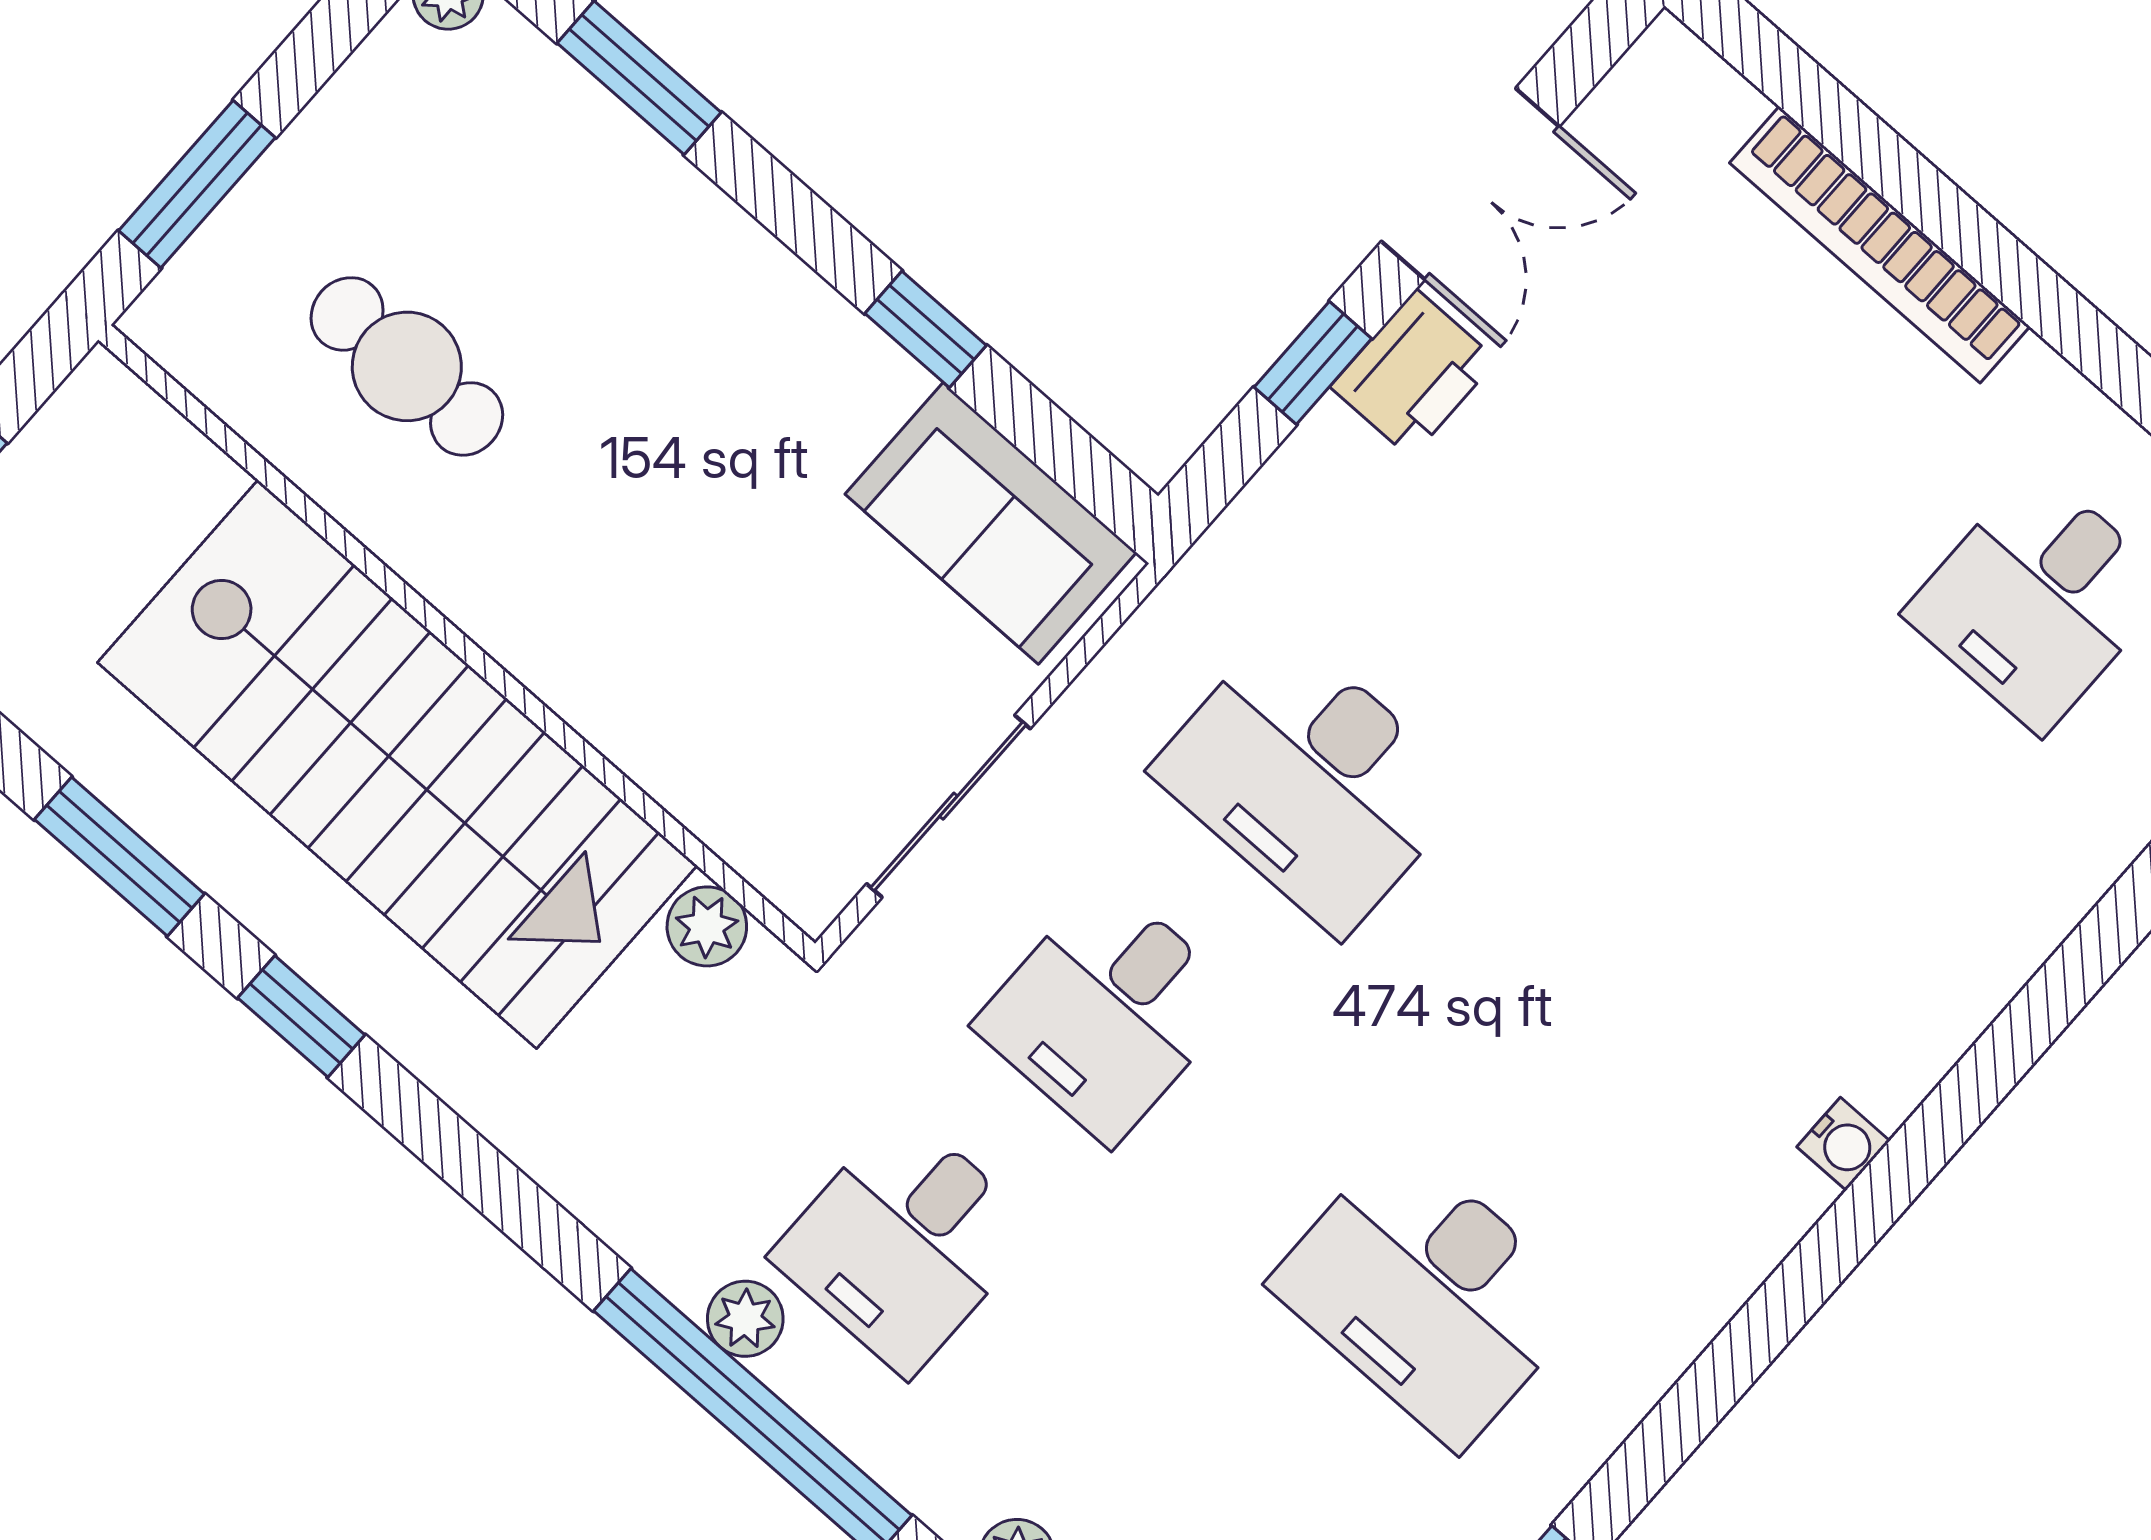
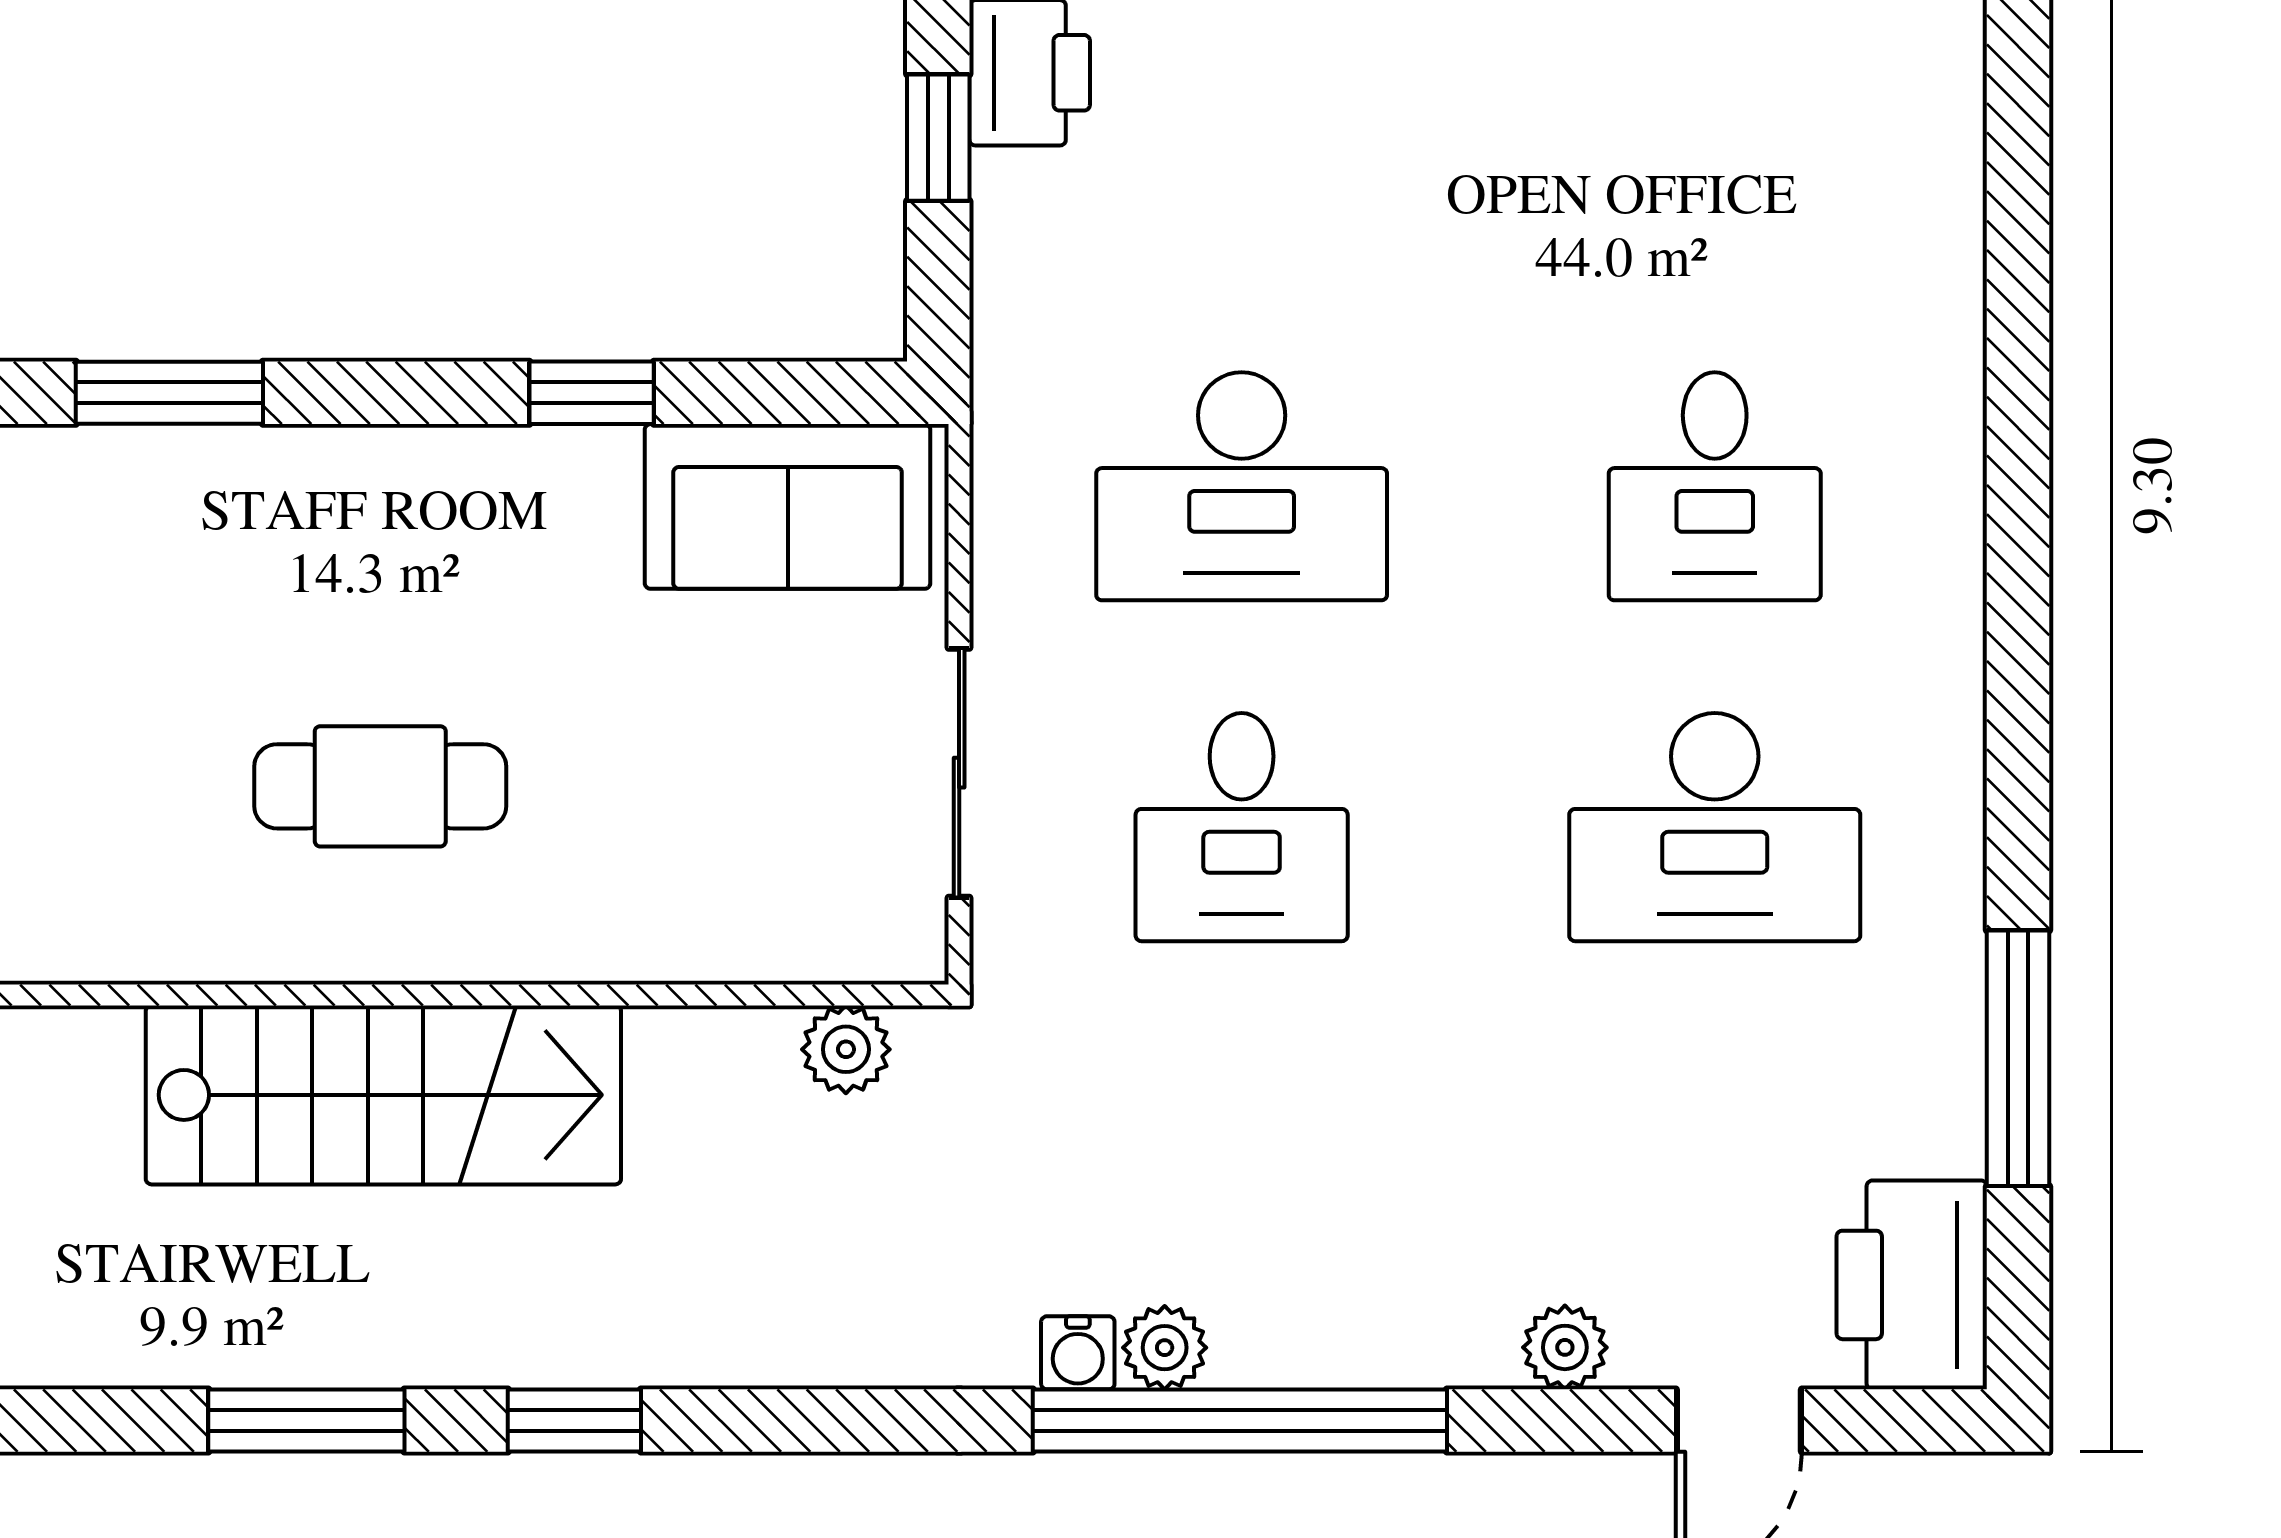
cafe table: (407, 366) -> (380, 786), moved
stairs: (397, 764) -> (383, 1095), width x0.73, depth x0.66
water cooler: (1843, 1144) -> (1078, 1353), moved, turned 90
desk: (905, 1243) -> (1715, 486), moved

